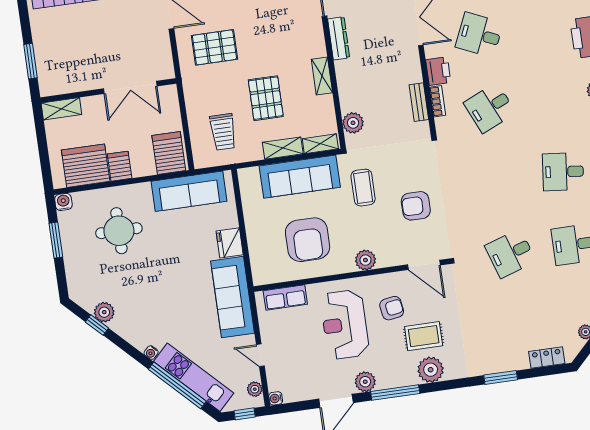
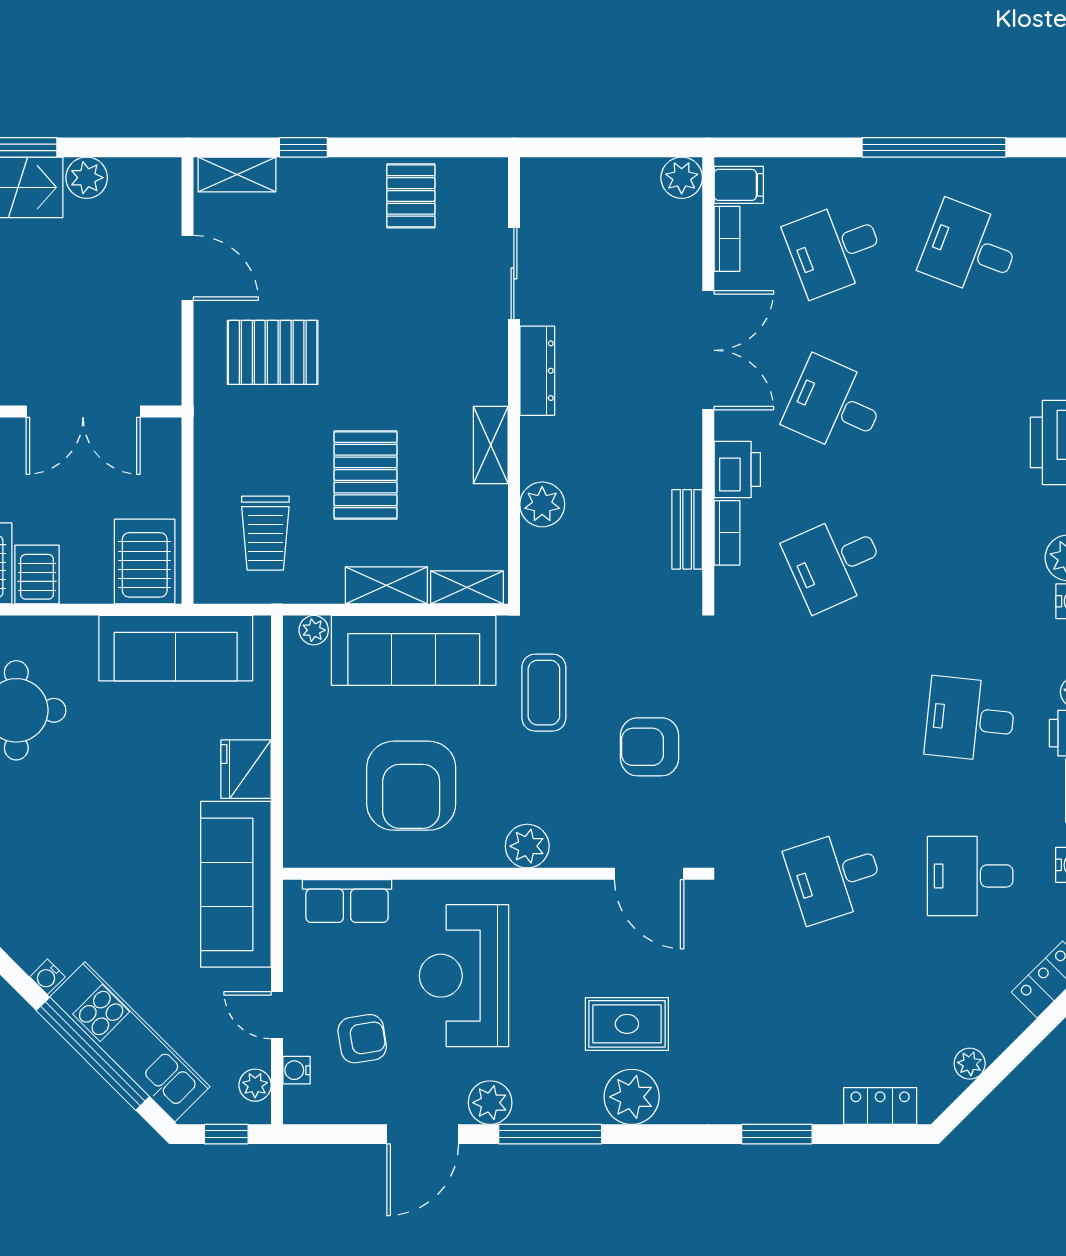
plant: (353, 123) -> (542, 504), moved
plant: (252, 174) -> (314, 630), added
armchair: (392, 308) -> (362, 1039), moved
water cooler: (276, 398) -> (296, 1070), moved

